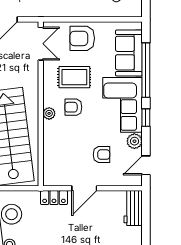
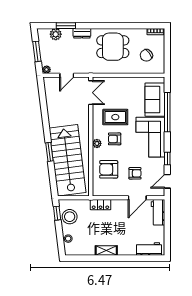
armchair: (82, 38) -> (109, 169), moved
window: (146, 118) -> (167, 159), moved
plant: (134, 141) -> (159, 164), removed
door: (84, 188) -> (137, 198), moved

